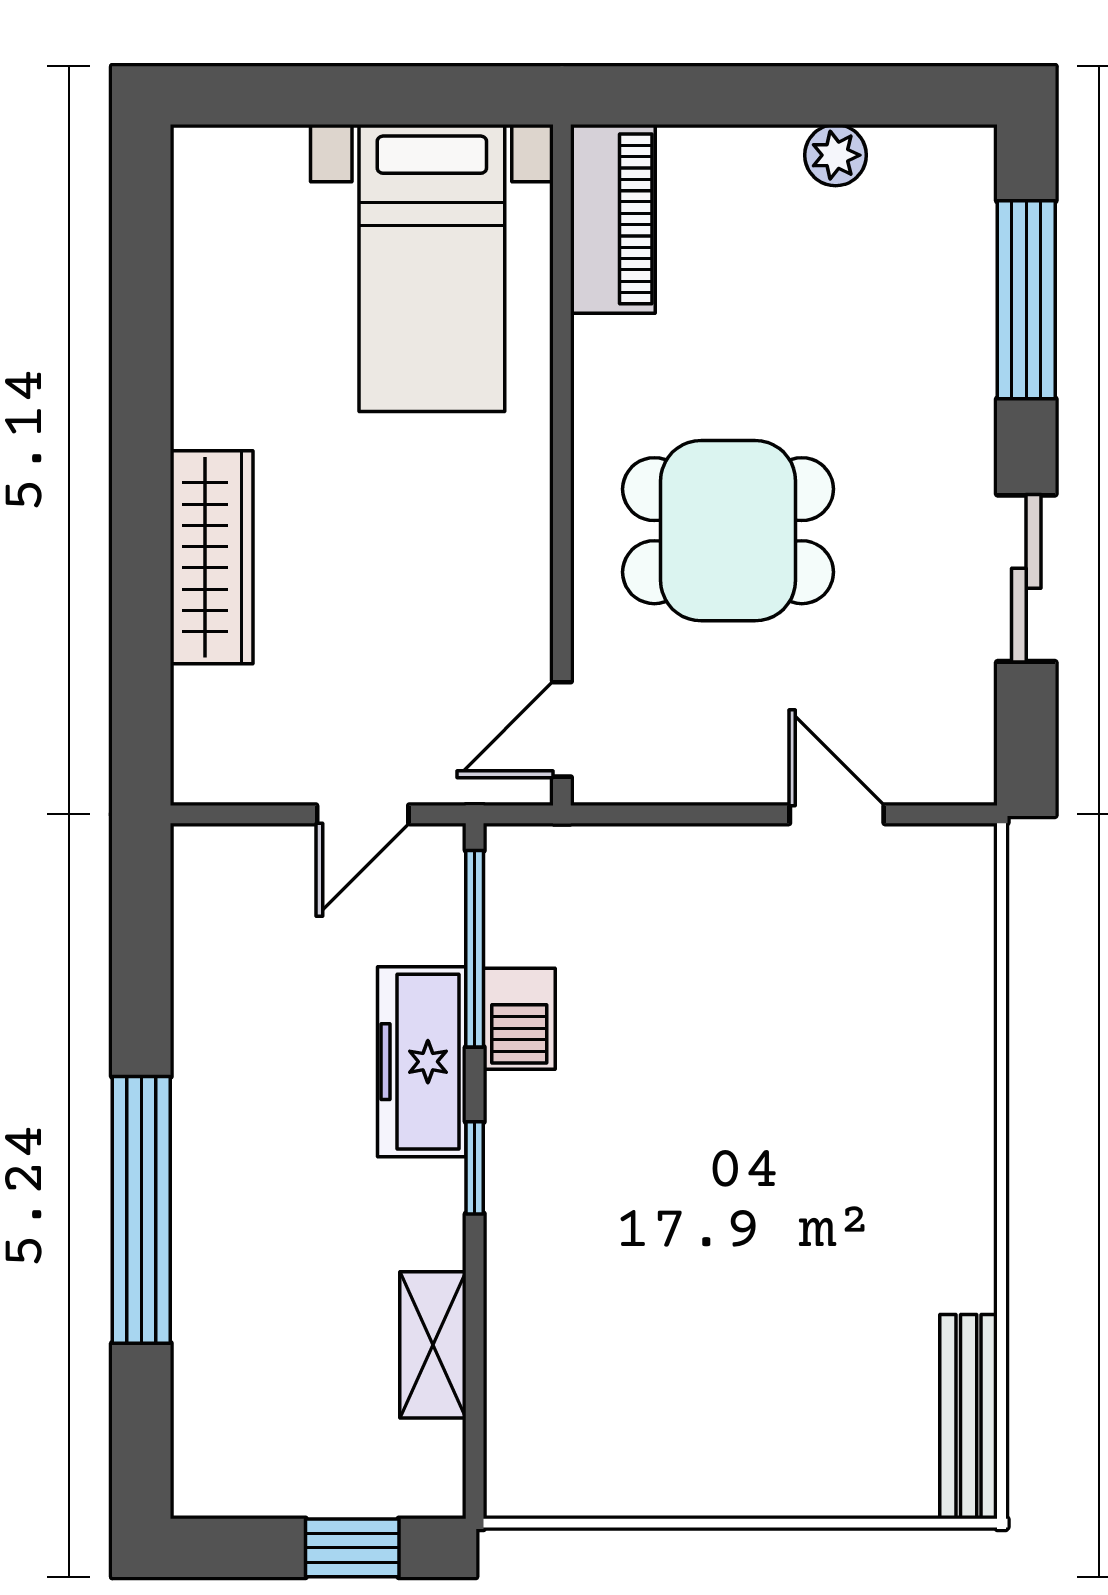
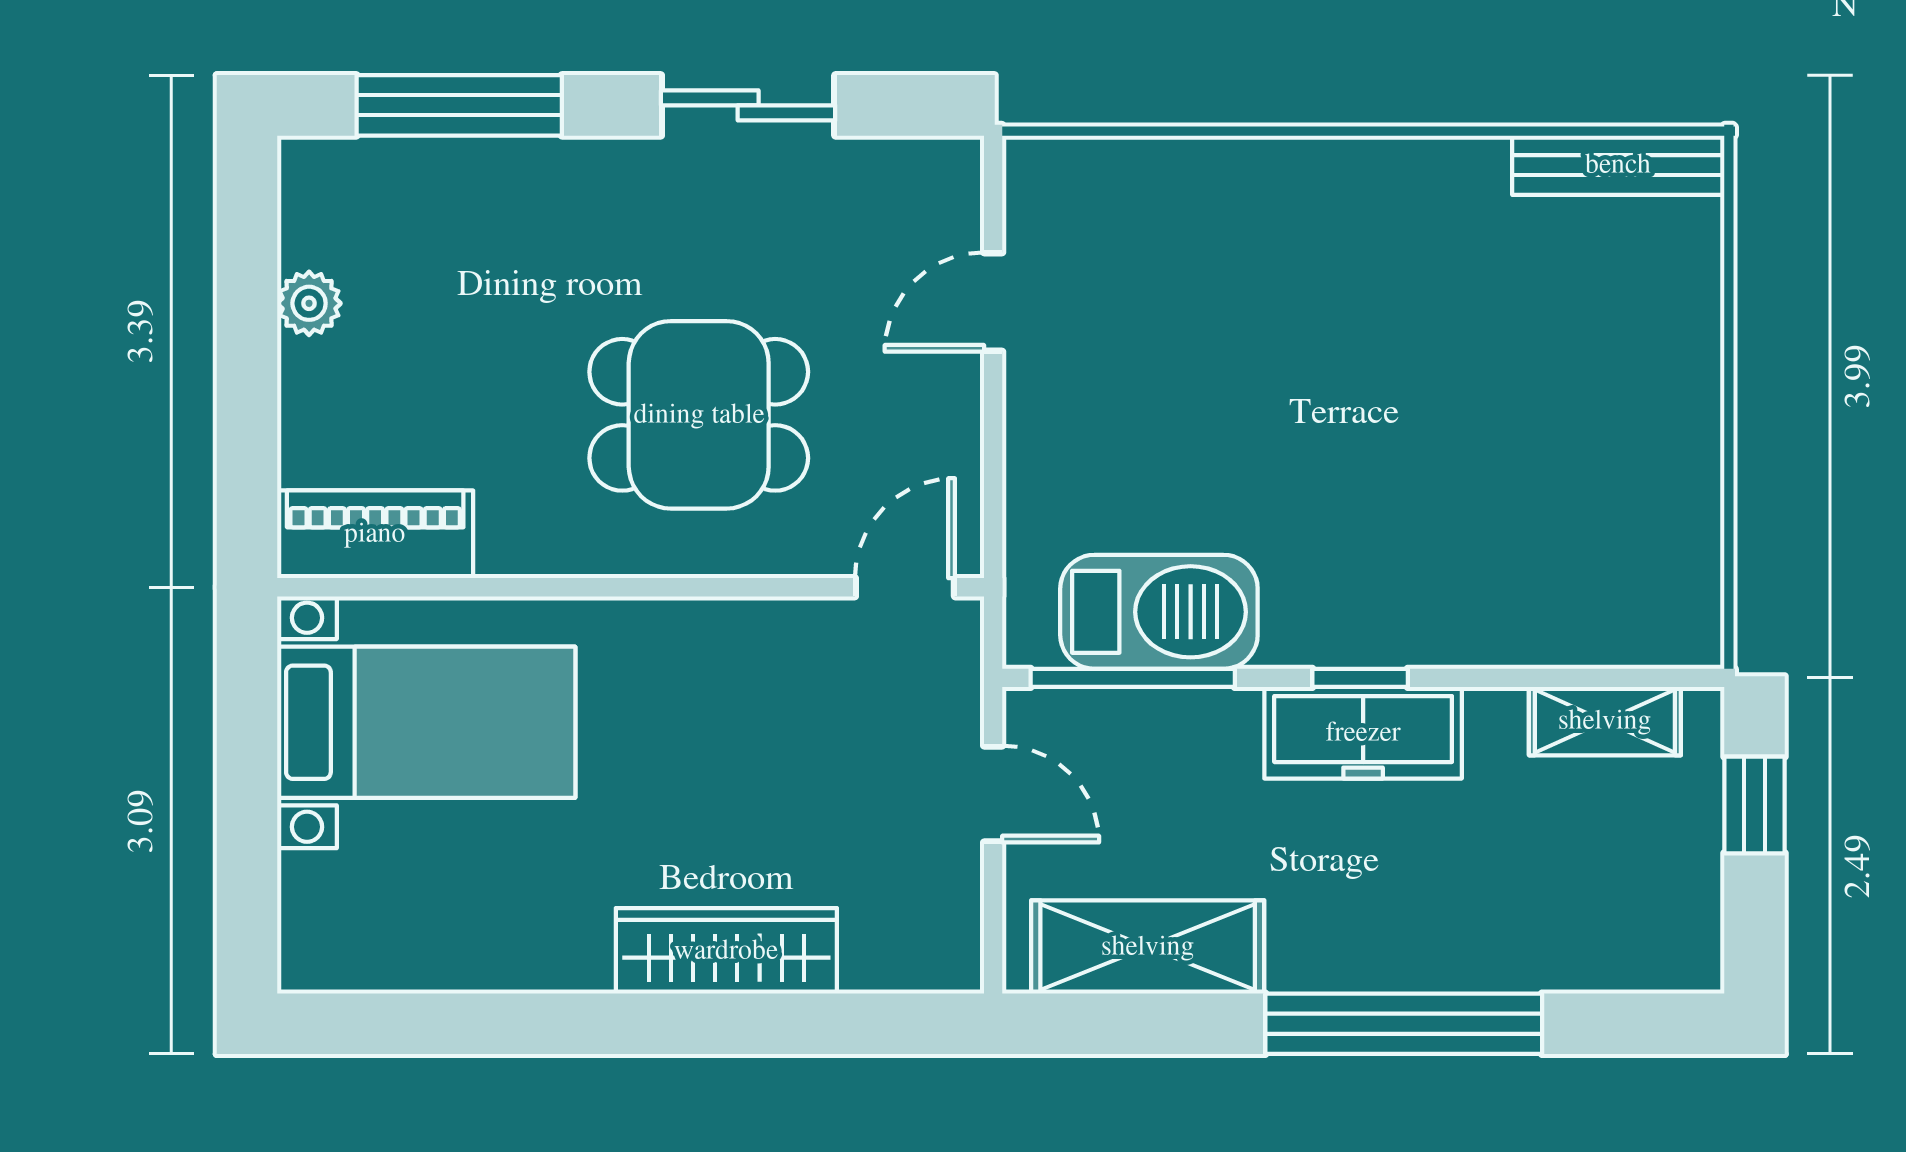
dining table: (728, 531) -> (699, 415), turned 90
door: (562, 729) -> (905, 587), swing flipped
shelving: (215, 963) -> (1148, 947), added
barbecue: (519, 1019) -> (1159, 612), width x1.88, depth x1.53
freezer: (422, 1062) -> (1363, 733), moved
shelving: (433, 1345) -> (1605, 721), moved

